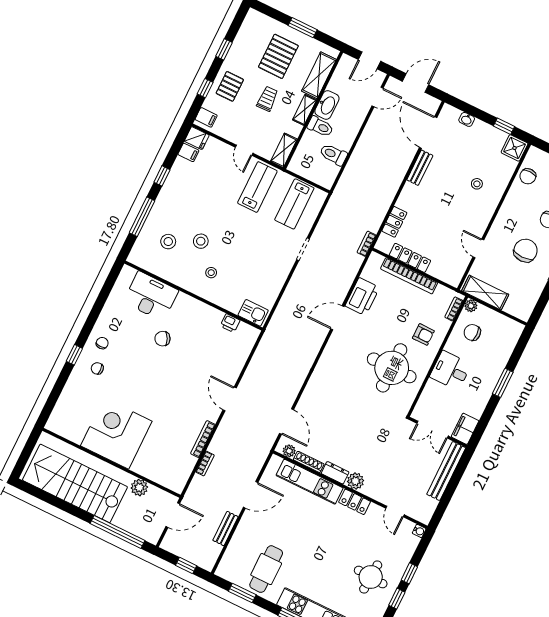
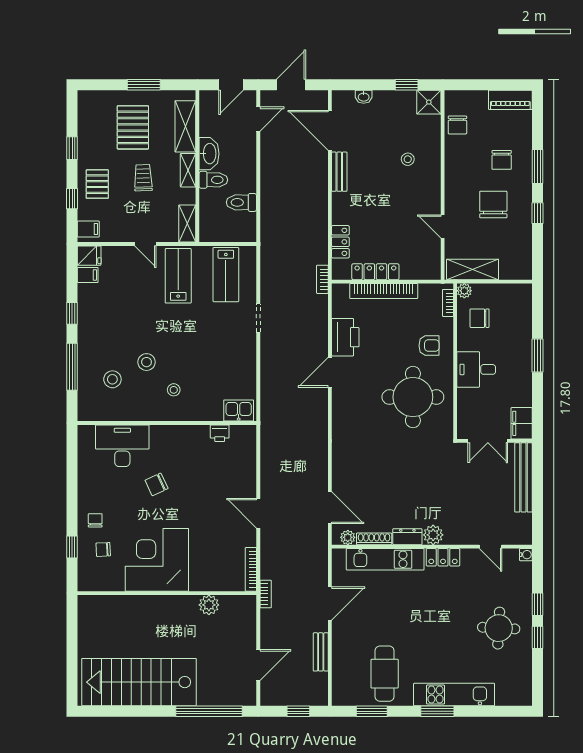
corner desk: (116, 433) -> (157, 560), moved
wall: (112, 463) -> (167, 593), moved
plant: (139, 488) -> (209, 605), moved

